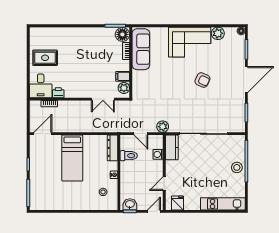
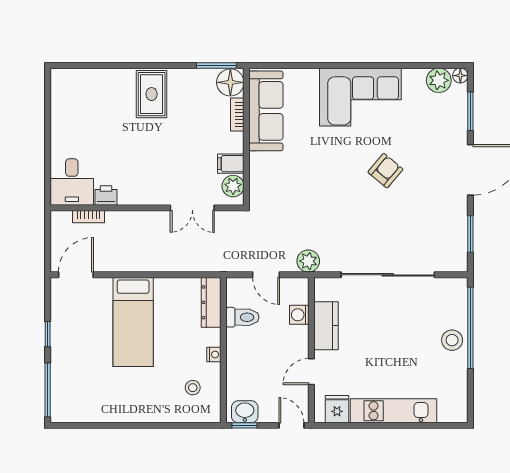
plant: (218, 33) -> (439, 80), moved
rug: (45, 58) -> (152, 94), moved, turned 90
armchair: (202, 80) -> (385, 171), turned -75
kitchen counter: (172, 147) -> (326, 326), moved
kitchen unit: (223, 204) -> (393, 411), moved
door: (154, 211) -> (291, 425), hinge flipped

